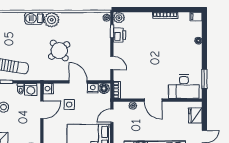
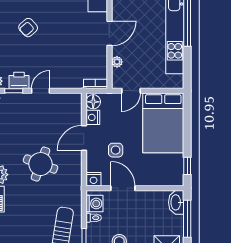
armchair: (157, 42) -> (28, 28), added
round table: (59, 51) -> (41, 164), turned -32
door: (112, 63) -> (41, 91), moved
door: (112, 116) -> (131, 91), hinge flipped

